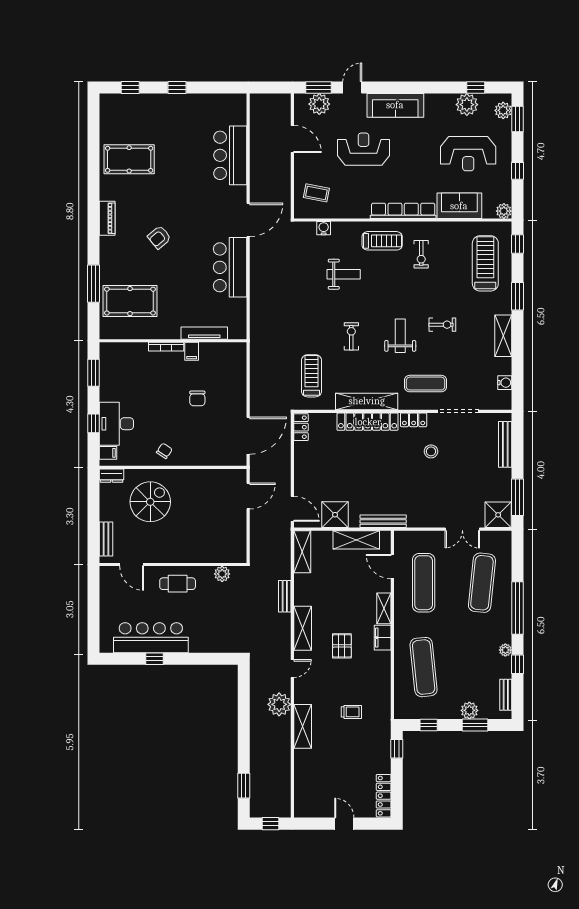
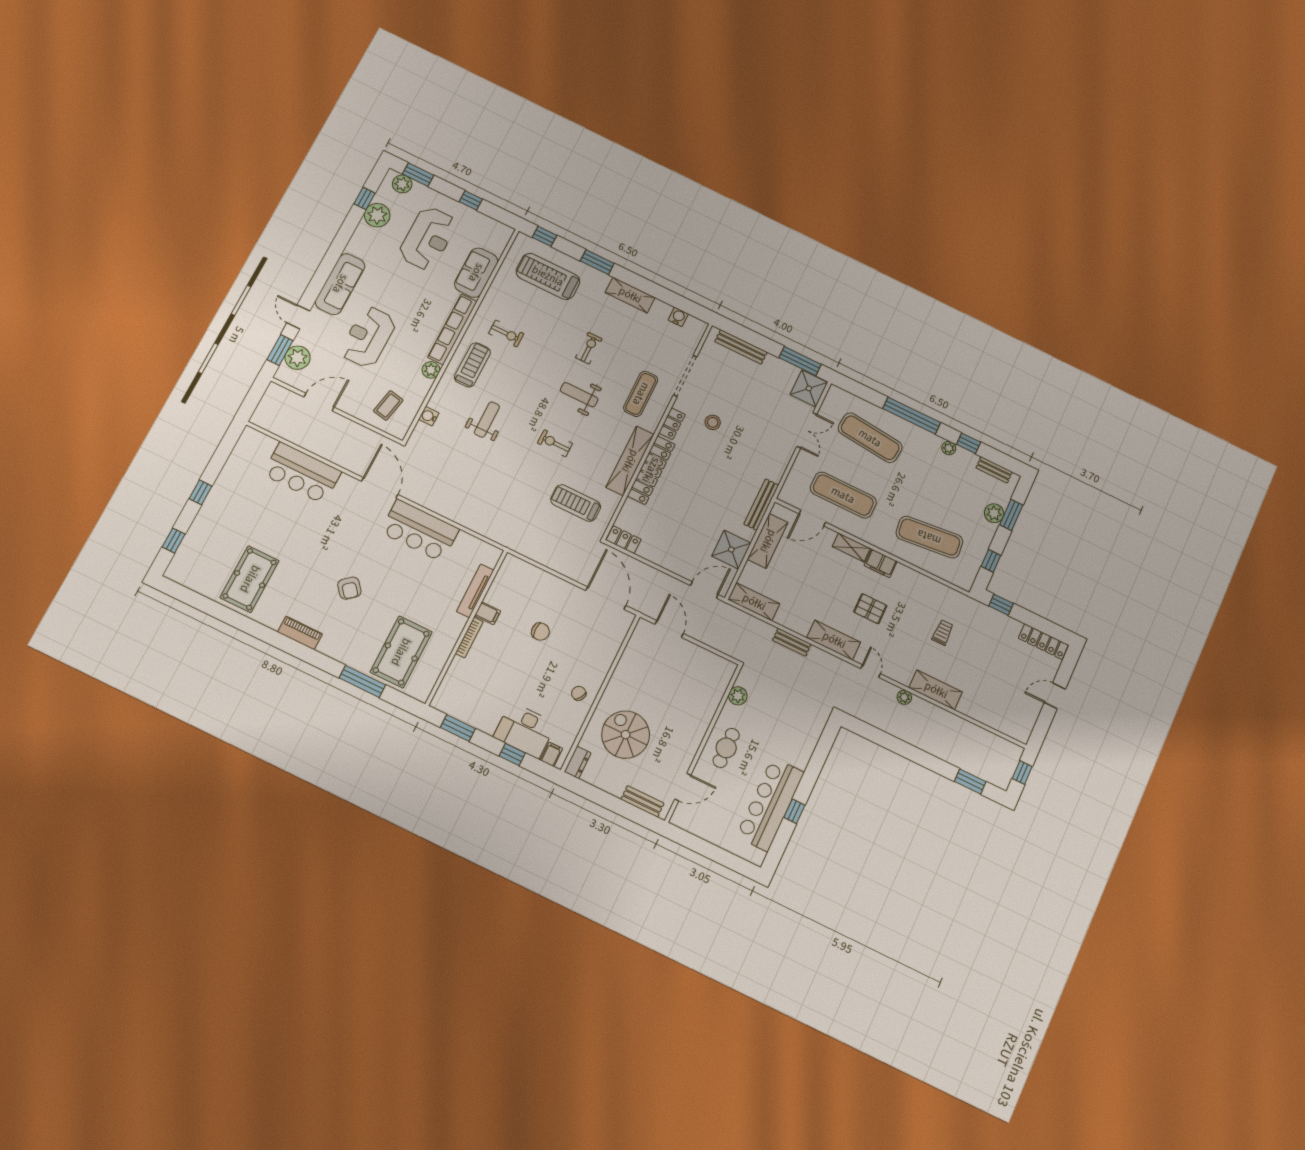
plant: (504, 211) -> (431, 370), moved
plant: (279, 704) -> (904, 697), width x0.53, depth x0.53

